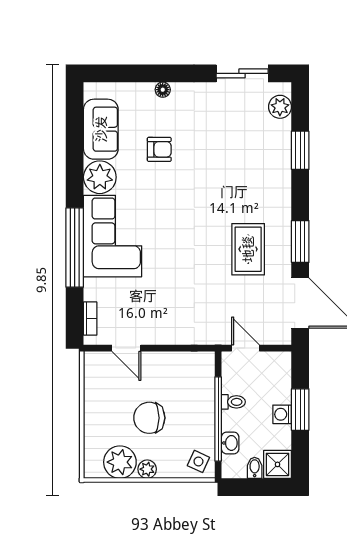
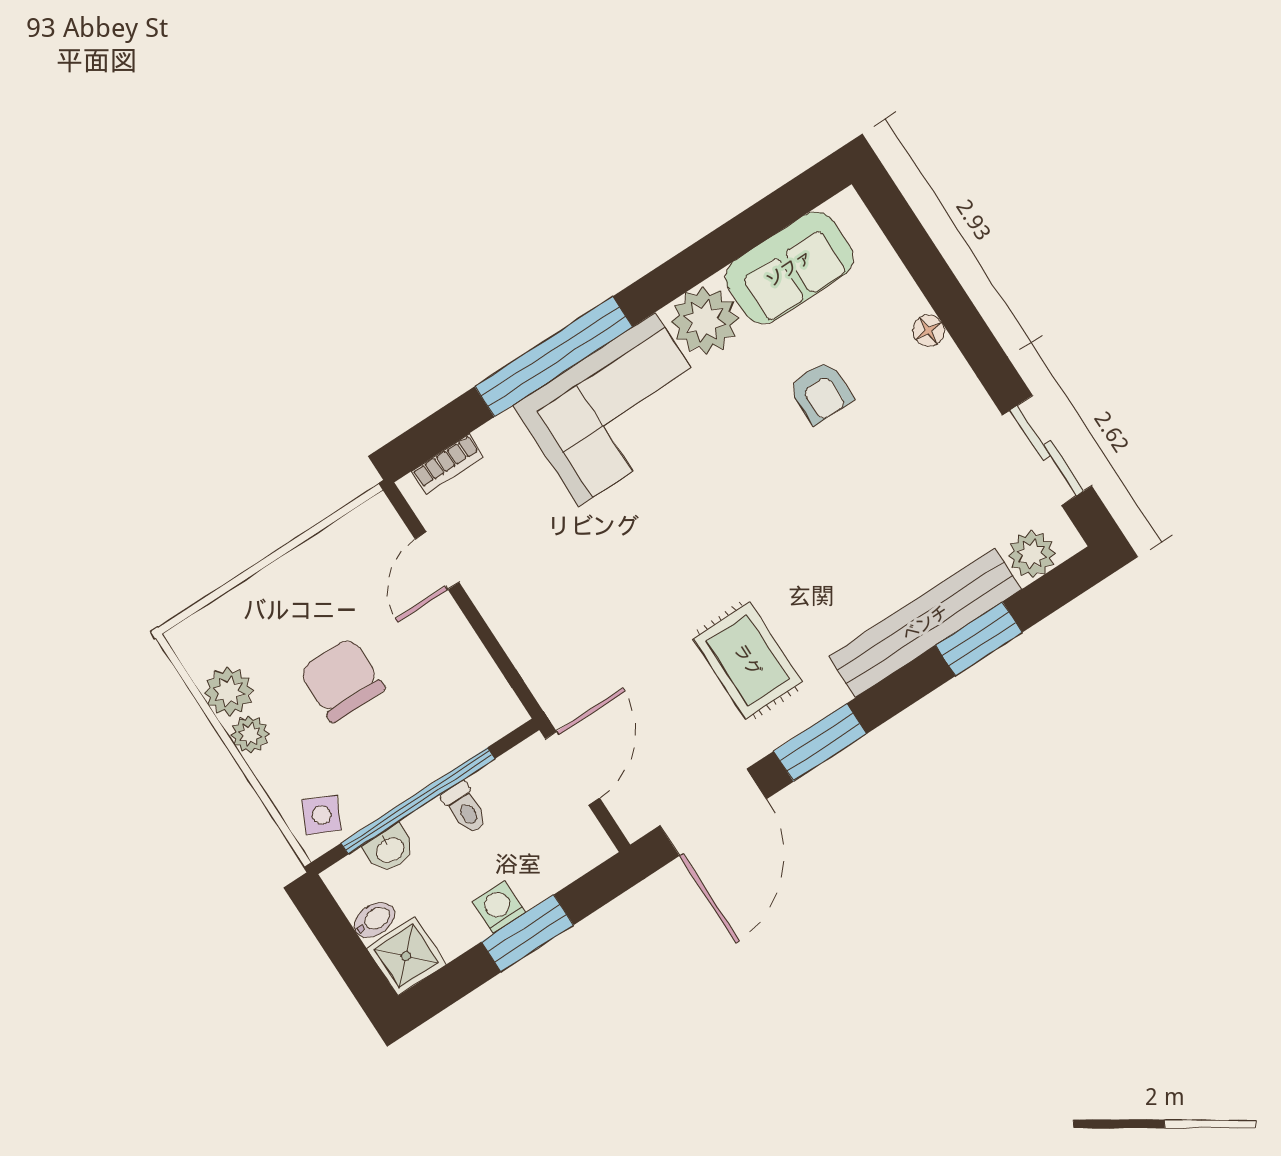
bench: (280, 168) -> (925, 623), added
rug: (248, 249) -> (748, 660), turned 90
door: (246, 348) -> (572, 768), width x1.38
plant: (120, 462) -> (229, 692), width x0.73, depth x0.73

